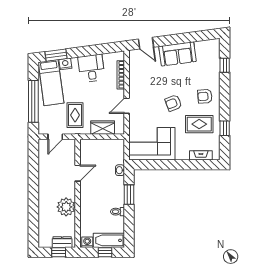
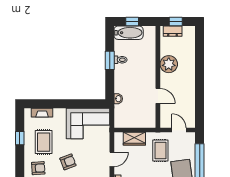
rug: (199, 124) -> (44, 142), turned 90
door: (55, 137) -> (179, 130), hinge flipped
door: (78, 173) -> (158, 96), swing flipped
window: (129, 195) -> (110, 60), moved
washing machine: (87, 242) -> (149, 31), removed

